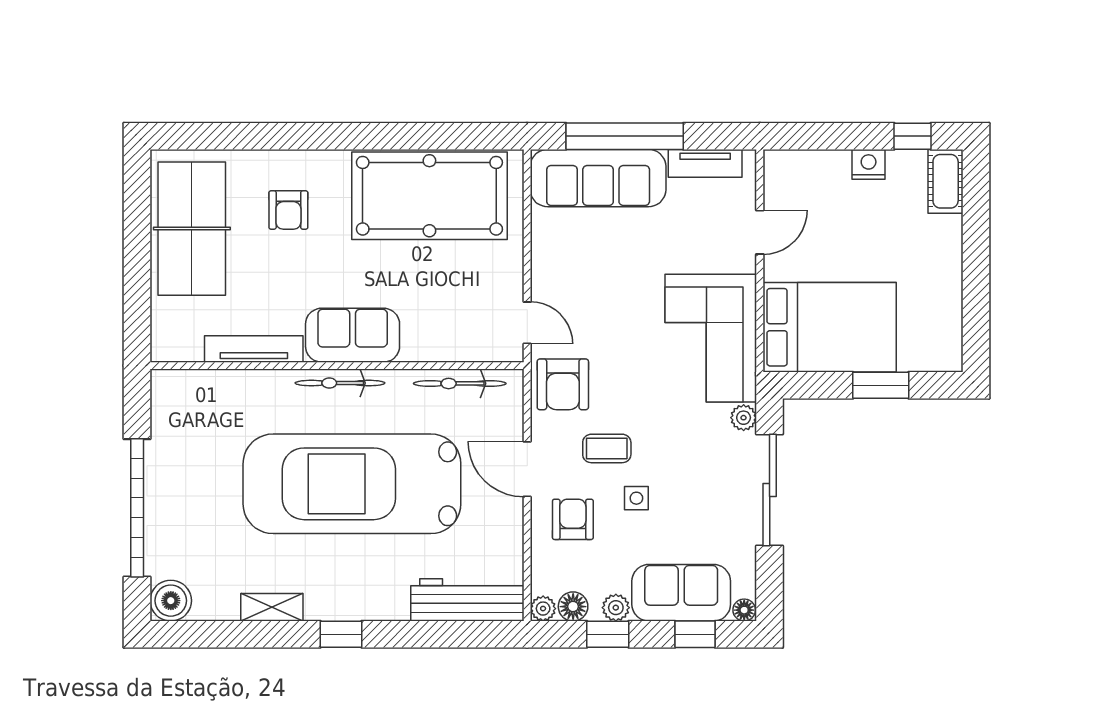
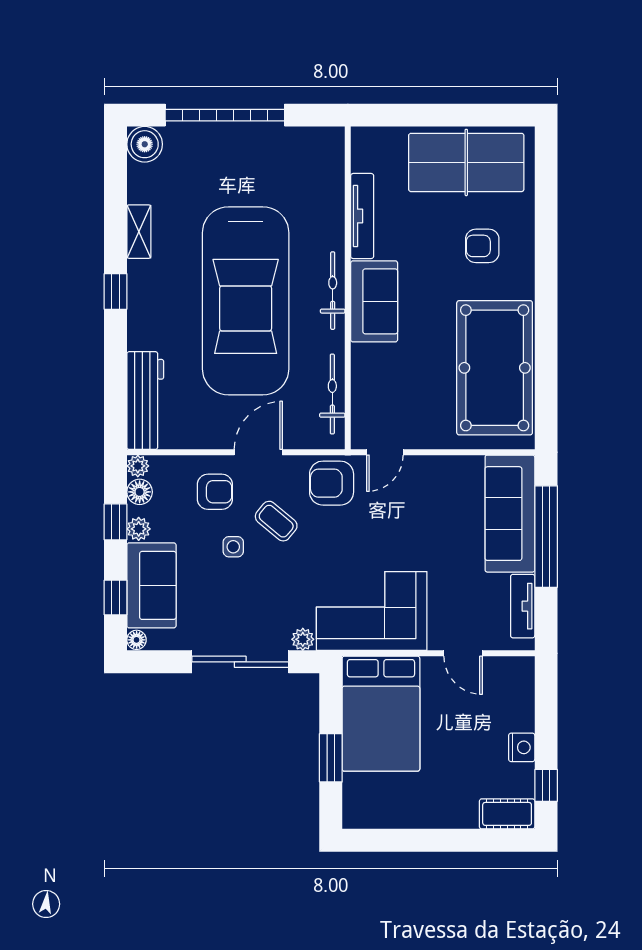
coffee table: (607, 448) -> (276, 521), turned -50
car: (352, 484) -> (246, 301), turned 180

